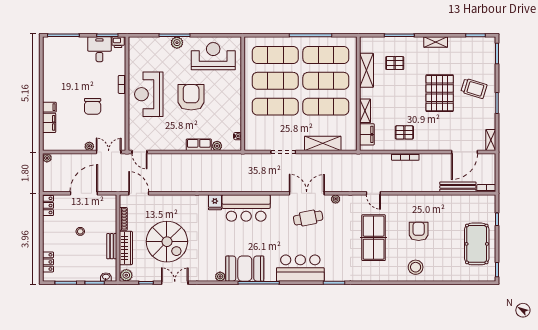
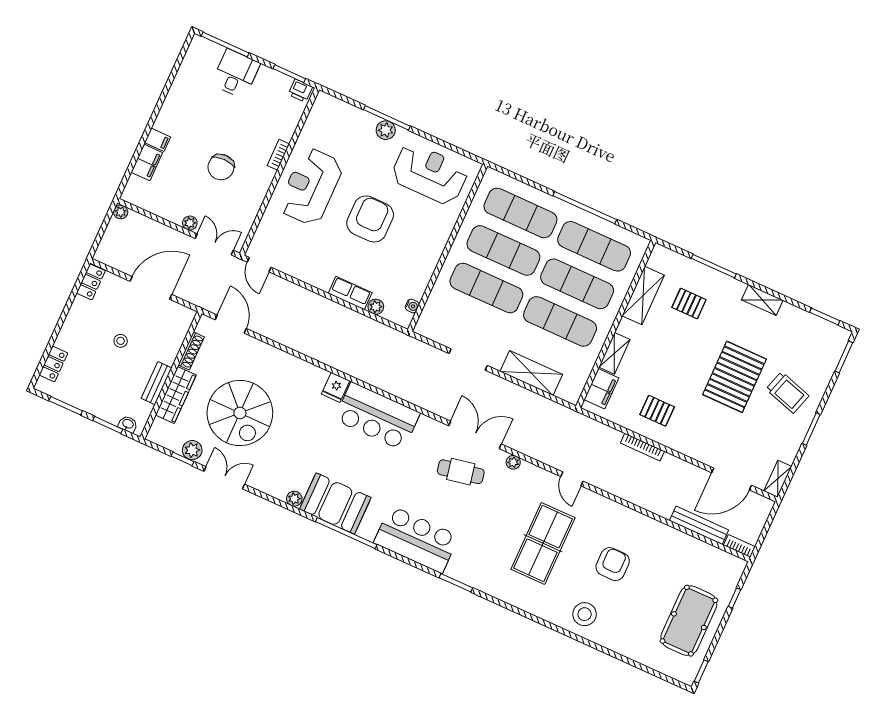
desk: (99, 49) -> (236, 74), moved
plant: (126, 275) -> (192, 450), moved

